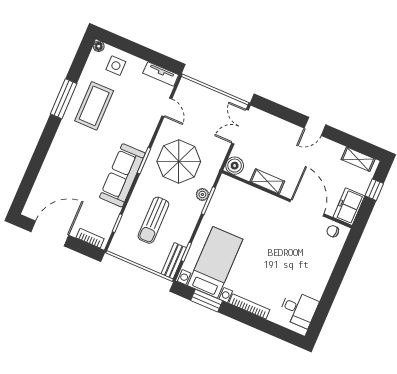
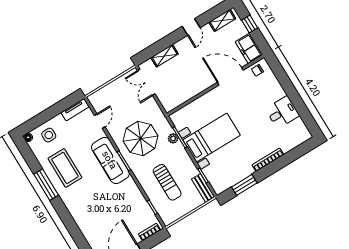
door: (167, 107) -> (100, 121), hinge flipped
door: (315, 126) -> (191, 27), moved
boiler: (235, 166) -> (169, 104), removed
sofa: (122, 175) -> (110, 160), moved
shelving: (267, 181) -> (165, 56), moved
bed with nightstands: (215, 262) -> (212, 137), moved, turned 90
desk: (299, 309) -> (282, 112), moved

